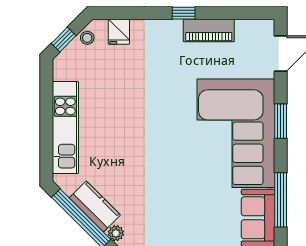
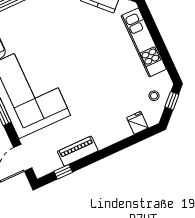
window: (184, 13) -> (63, 172), moved
stool: (87, 38) -> (154, 96), moved

